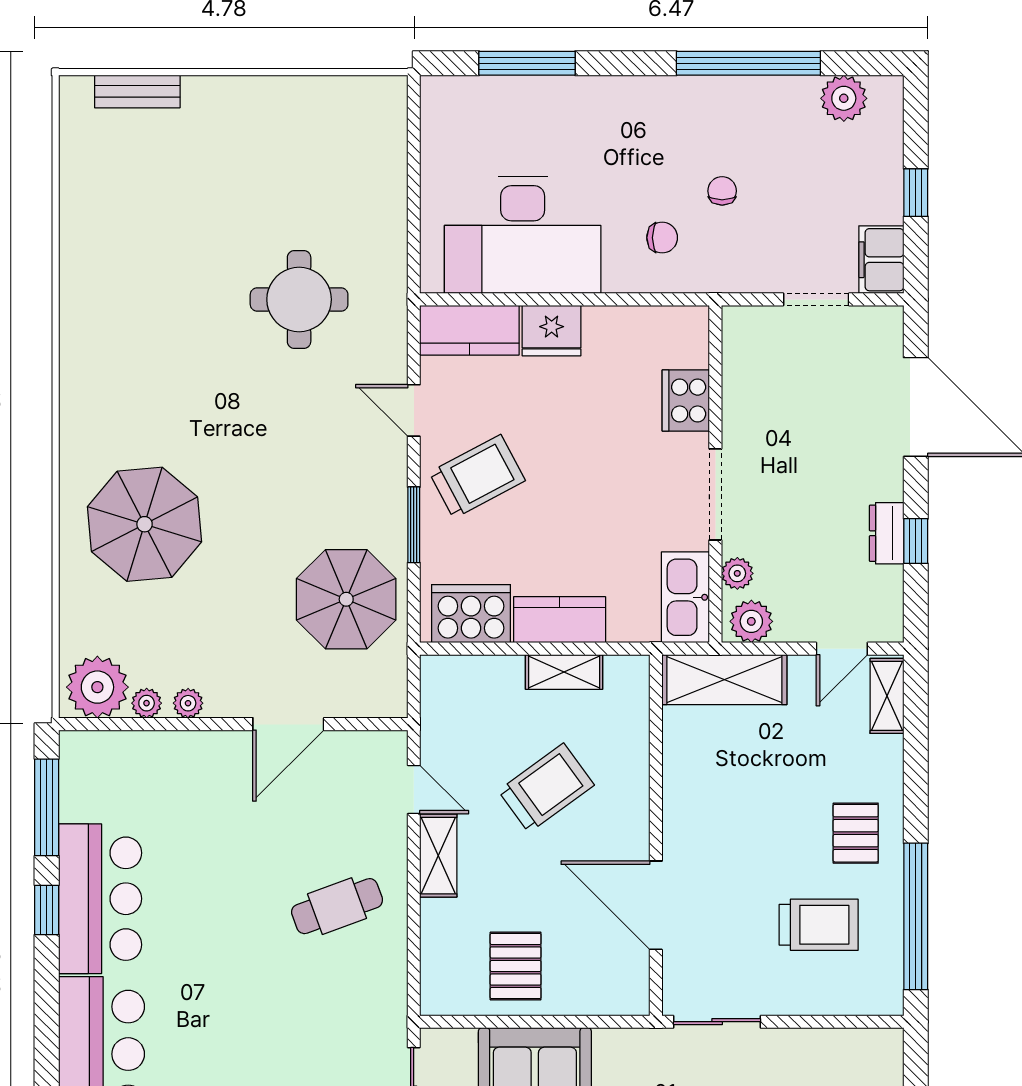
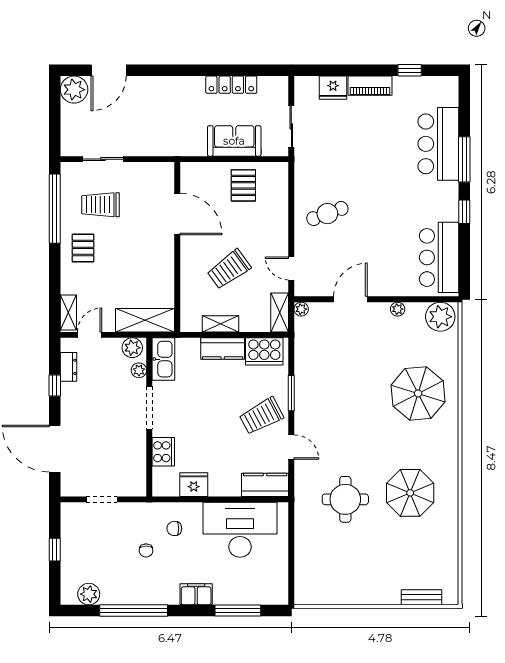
filing cabinet: (881, 260) -> (196, 594), moved, turned -90
fridge: (552, 331) -> (194, 485), moved
dresser: (887, 533) -> (69, 367), moved
parasol: (346, 599) -> (410, 493), moved
plant: (147, 703) -> (301, 309), moved
window: (47, 807) -> (464, 159), moved
shelving: (438, 856) -> (280, 312), moved
bar counter: (100, 899) -> (439, 257), moved
sliding door: (717, 1022) -> (103, 159), moved

